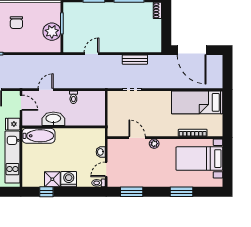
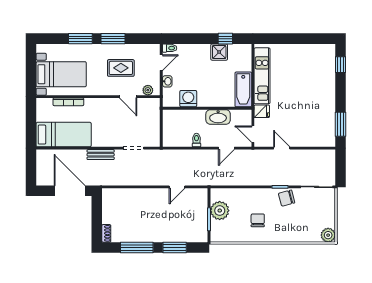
bench: (135, 60) -> (101, 155), moved
bathtub: (39, 136) -> (243, 89), moved, turned -90
plant: (154, 144) -> (148, 90), moved
rug: (144, 164) -> (121, 68), added
washing machine: (69, 179) -> (188, 99), moved, turned 180
window: (132, 192) -> (113, 39), moved

